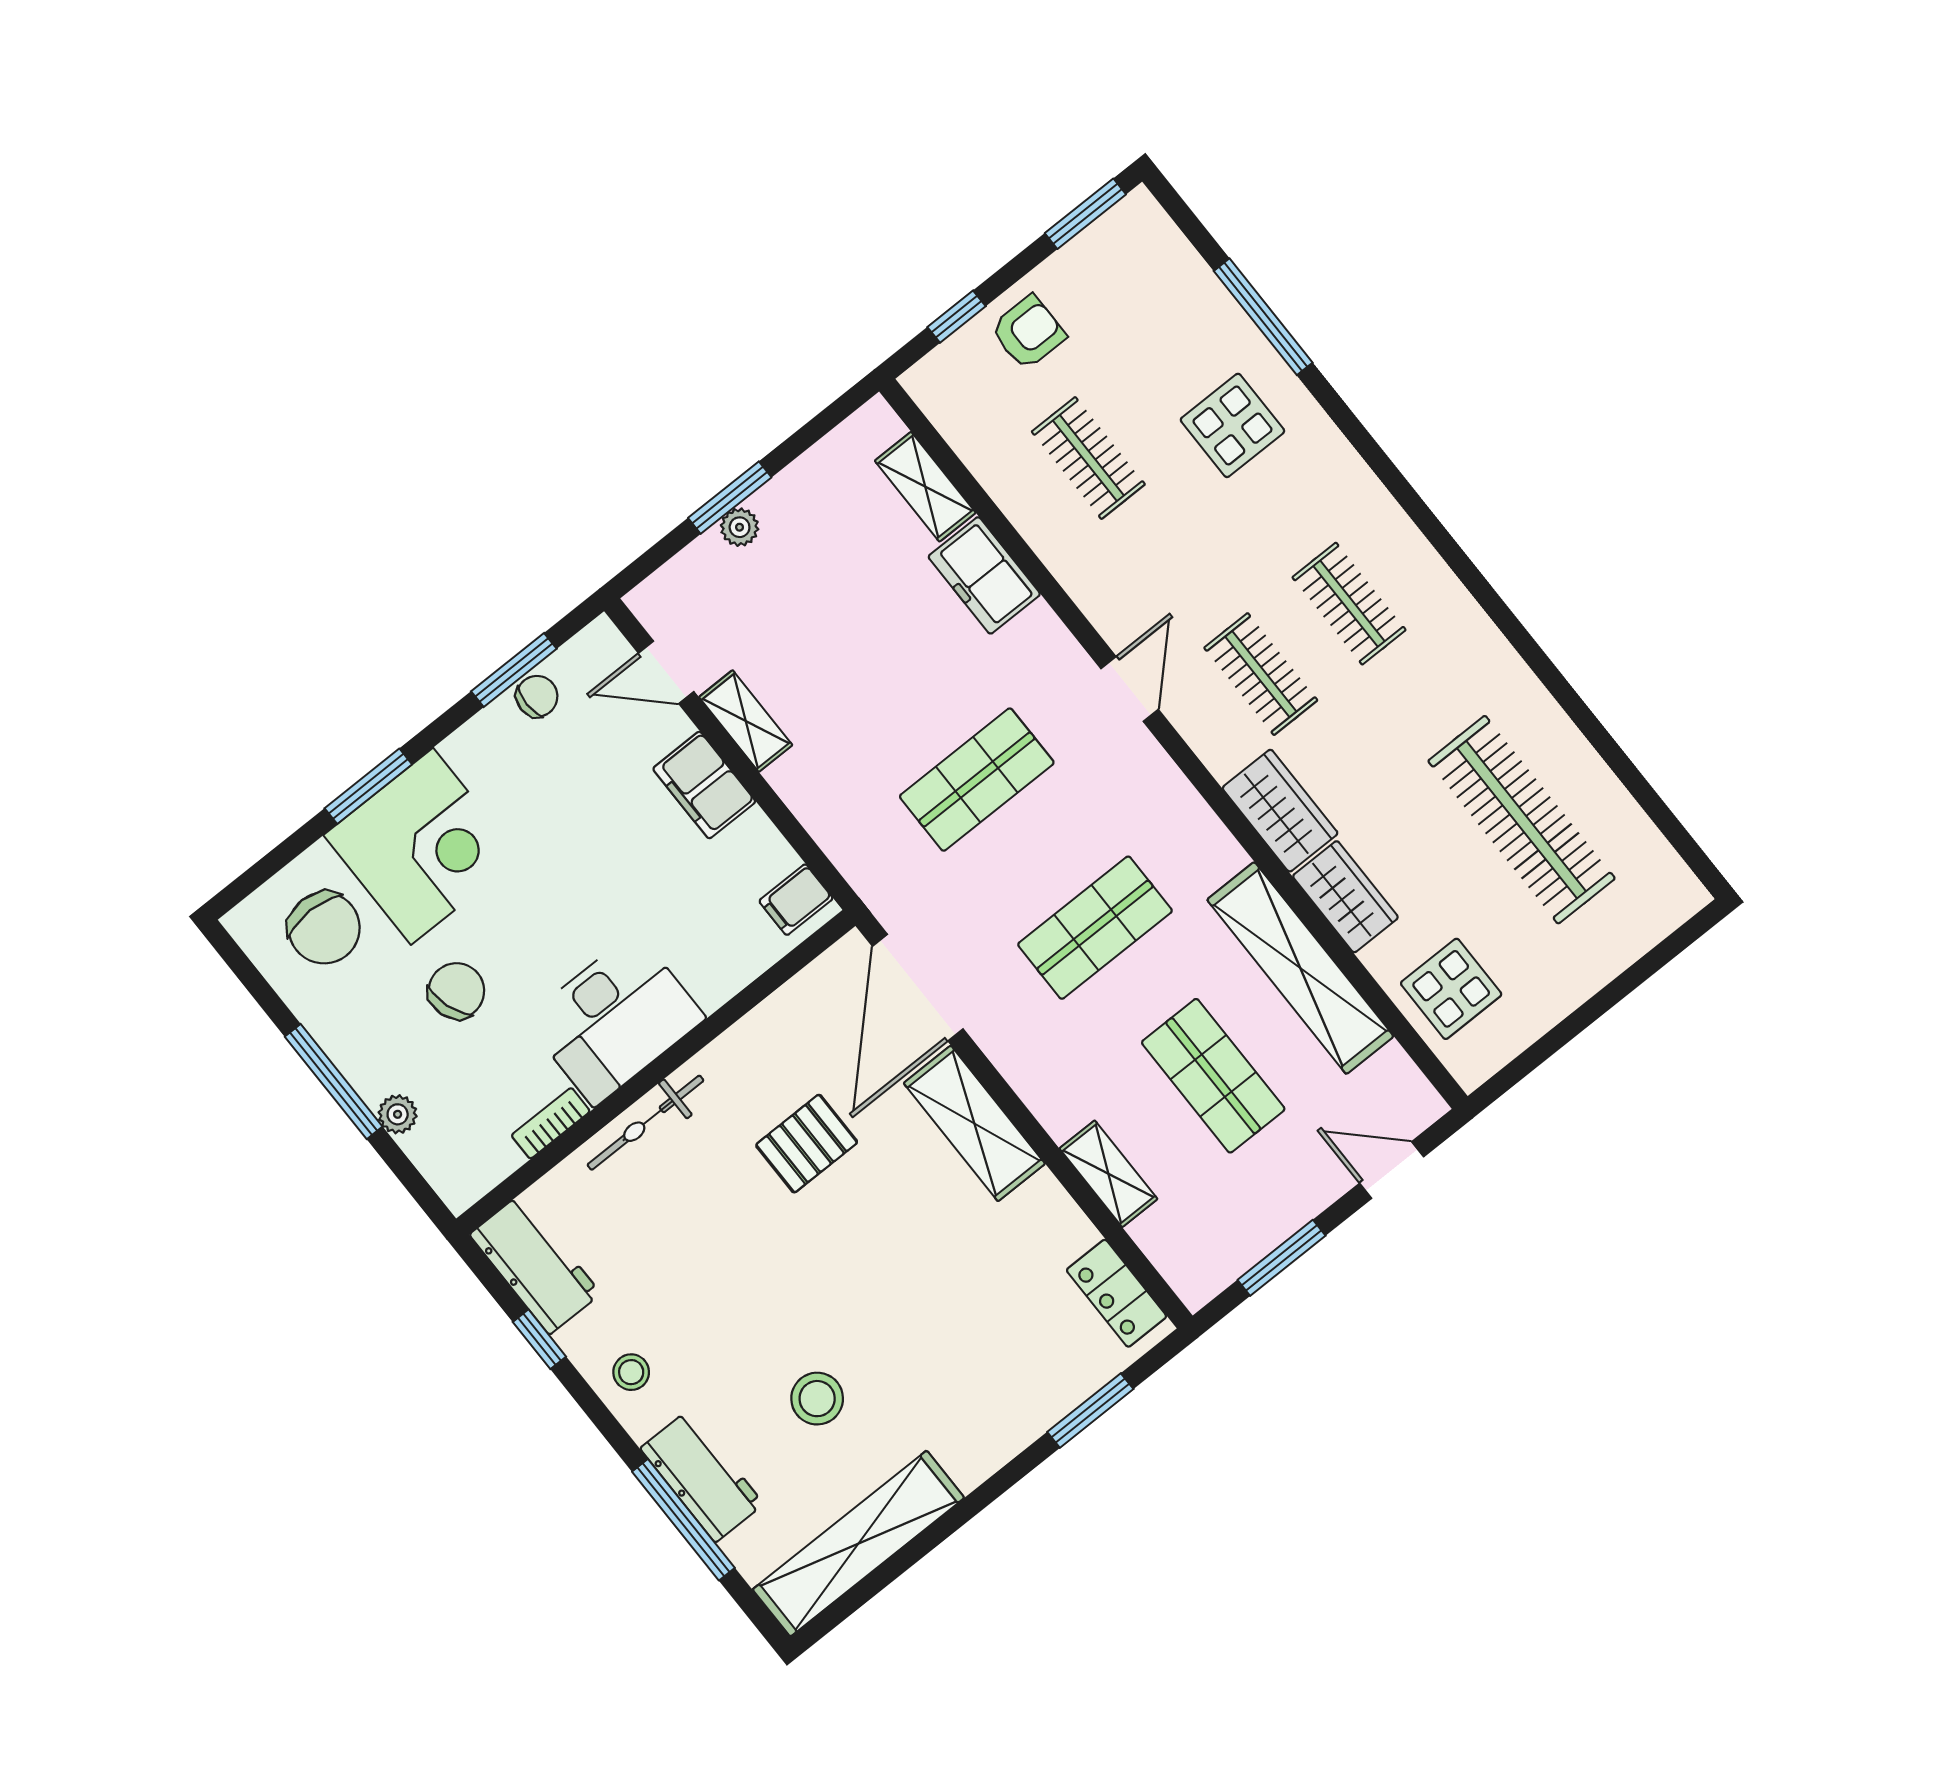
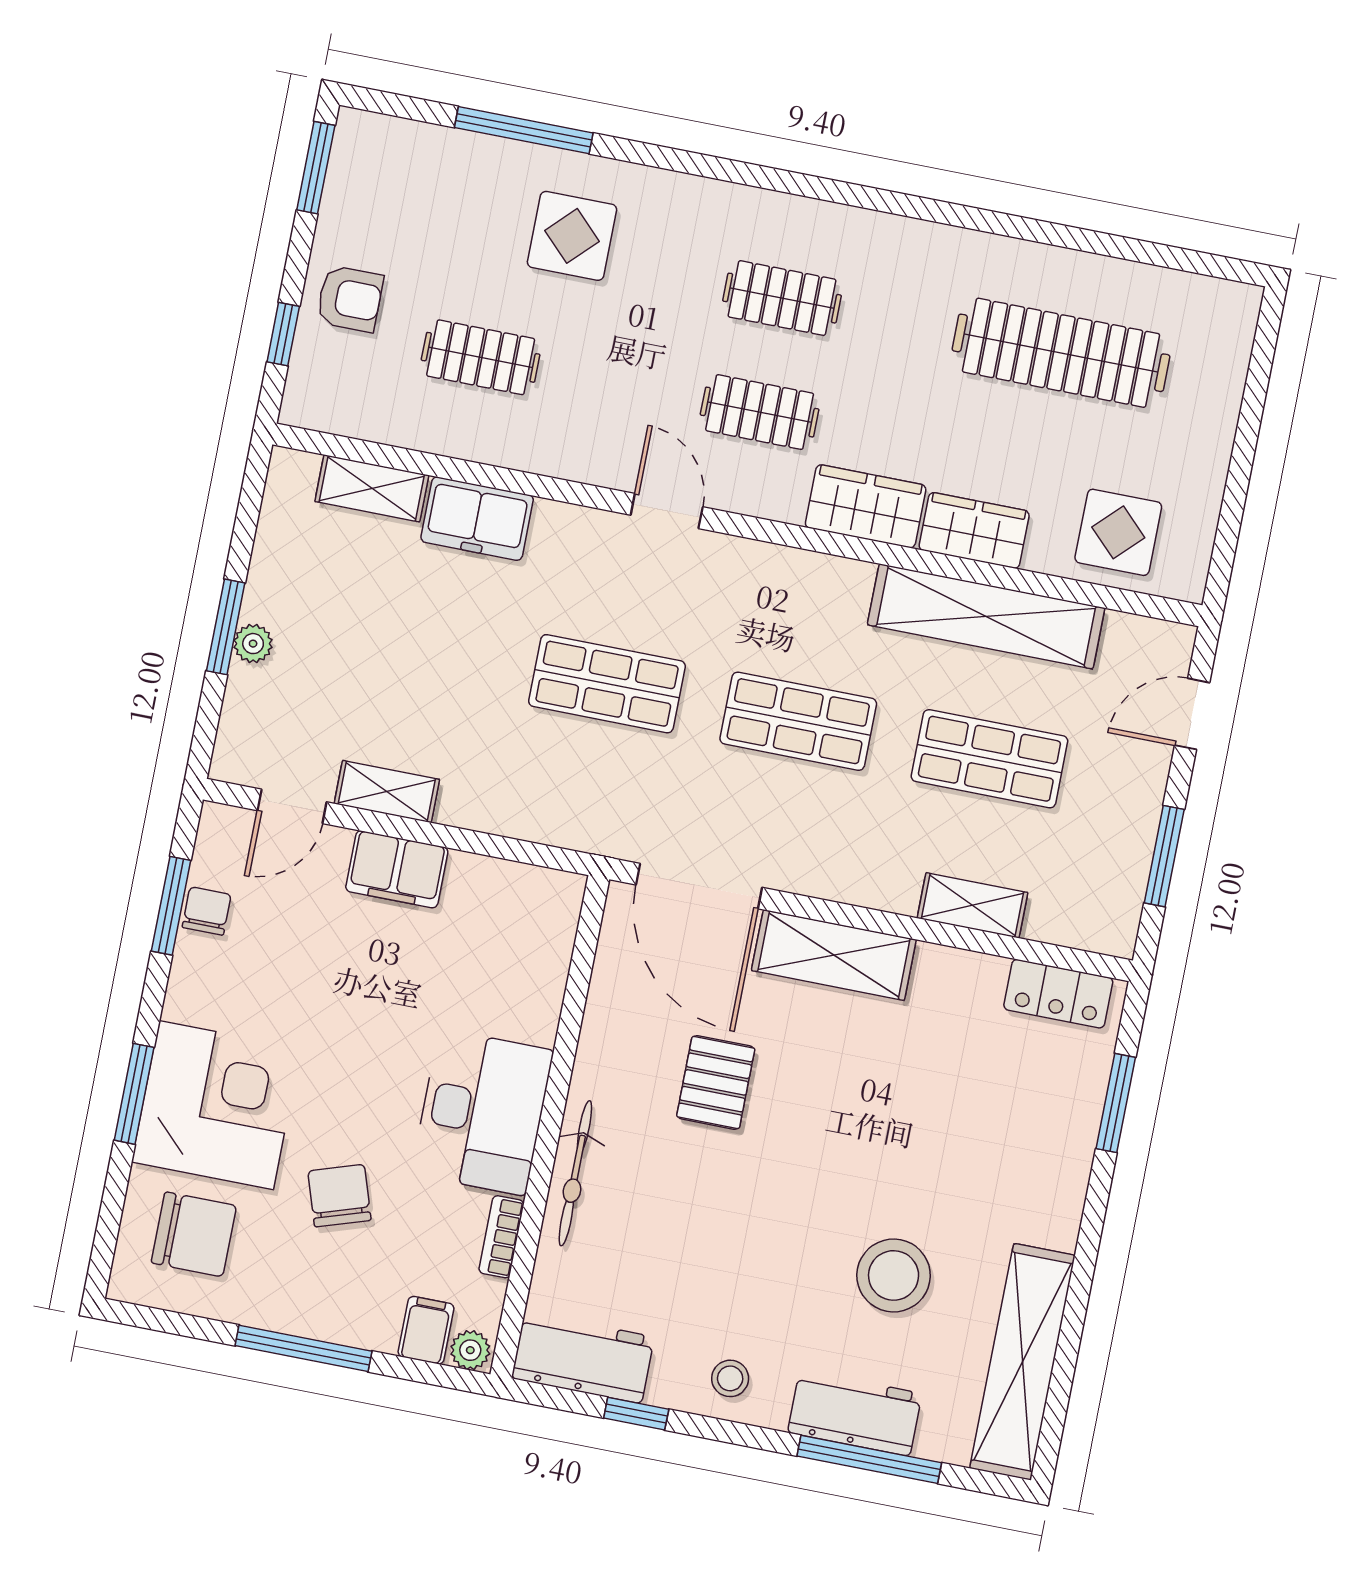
armchair: (1028, 332) -> (350, 299), turned 90
shop shelf: (977, 780) -> (607, 684), turned 90
filing cabinet: (796, 900) -> (426, 1330), moved, turned 180
shop shelf: (1095, 928) -> (798, 721), turned 90
plant: (398, 1114) -> (470, 1350), moved
stool: (817, 1399) -> (894, 1275), width x1.38, depth x1.38

